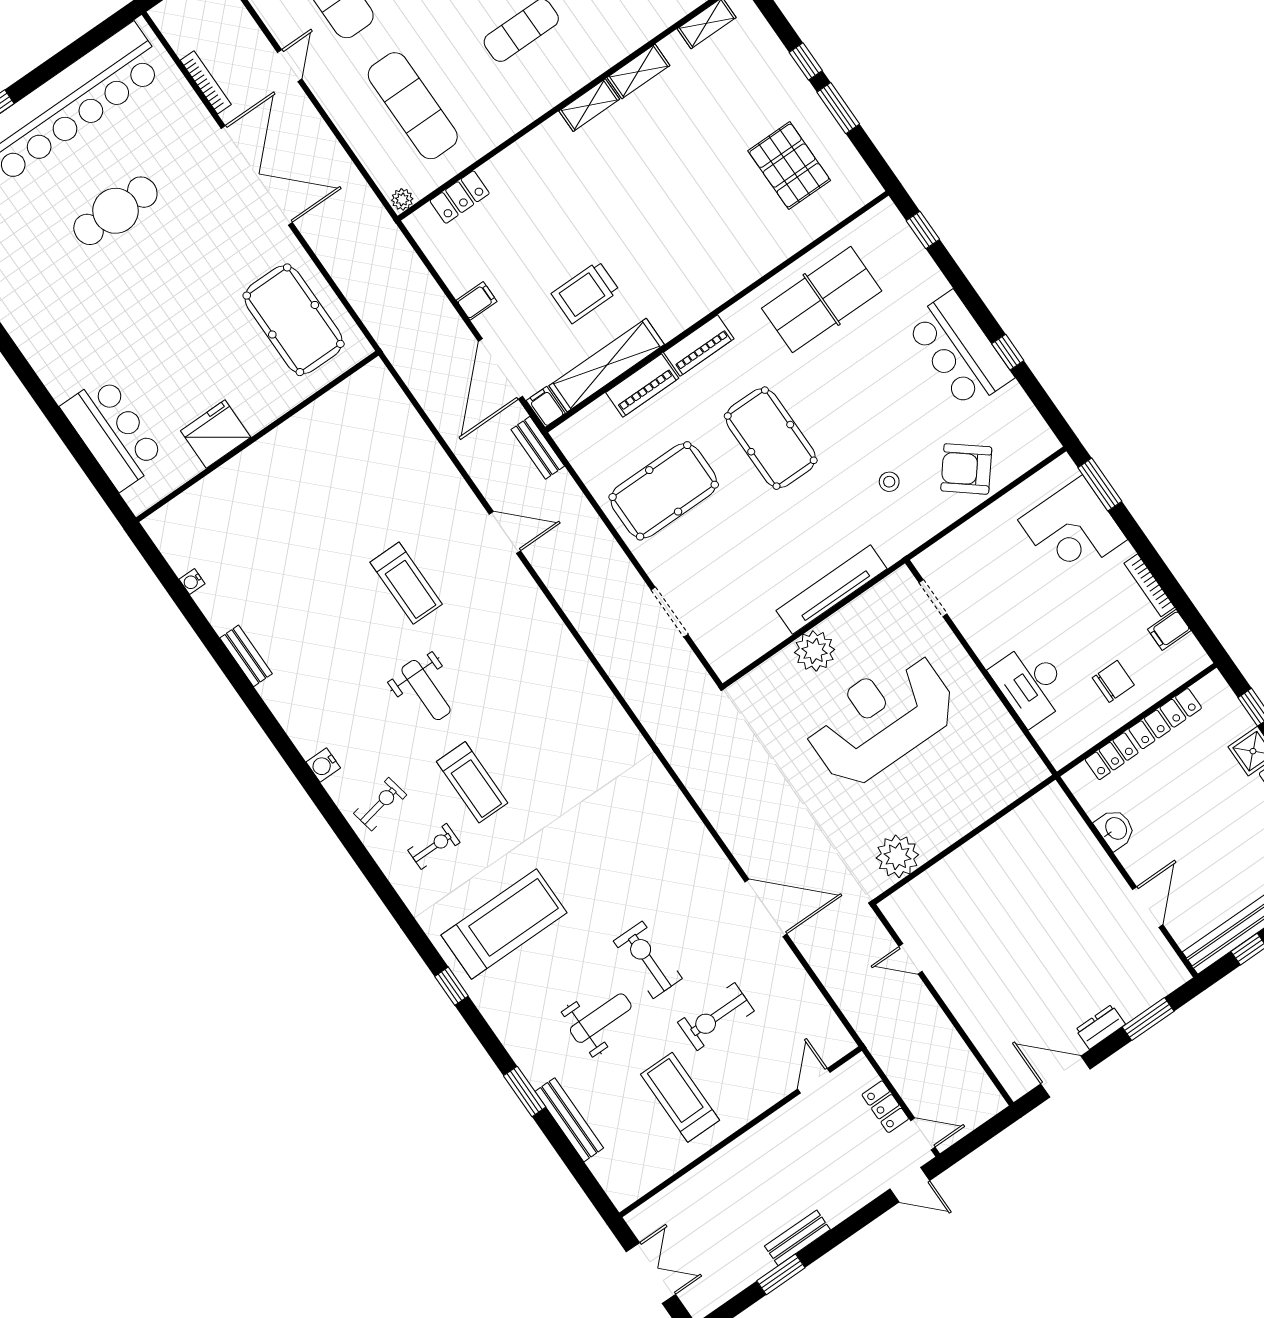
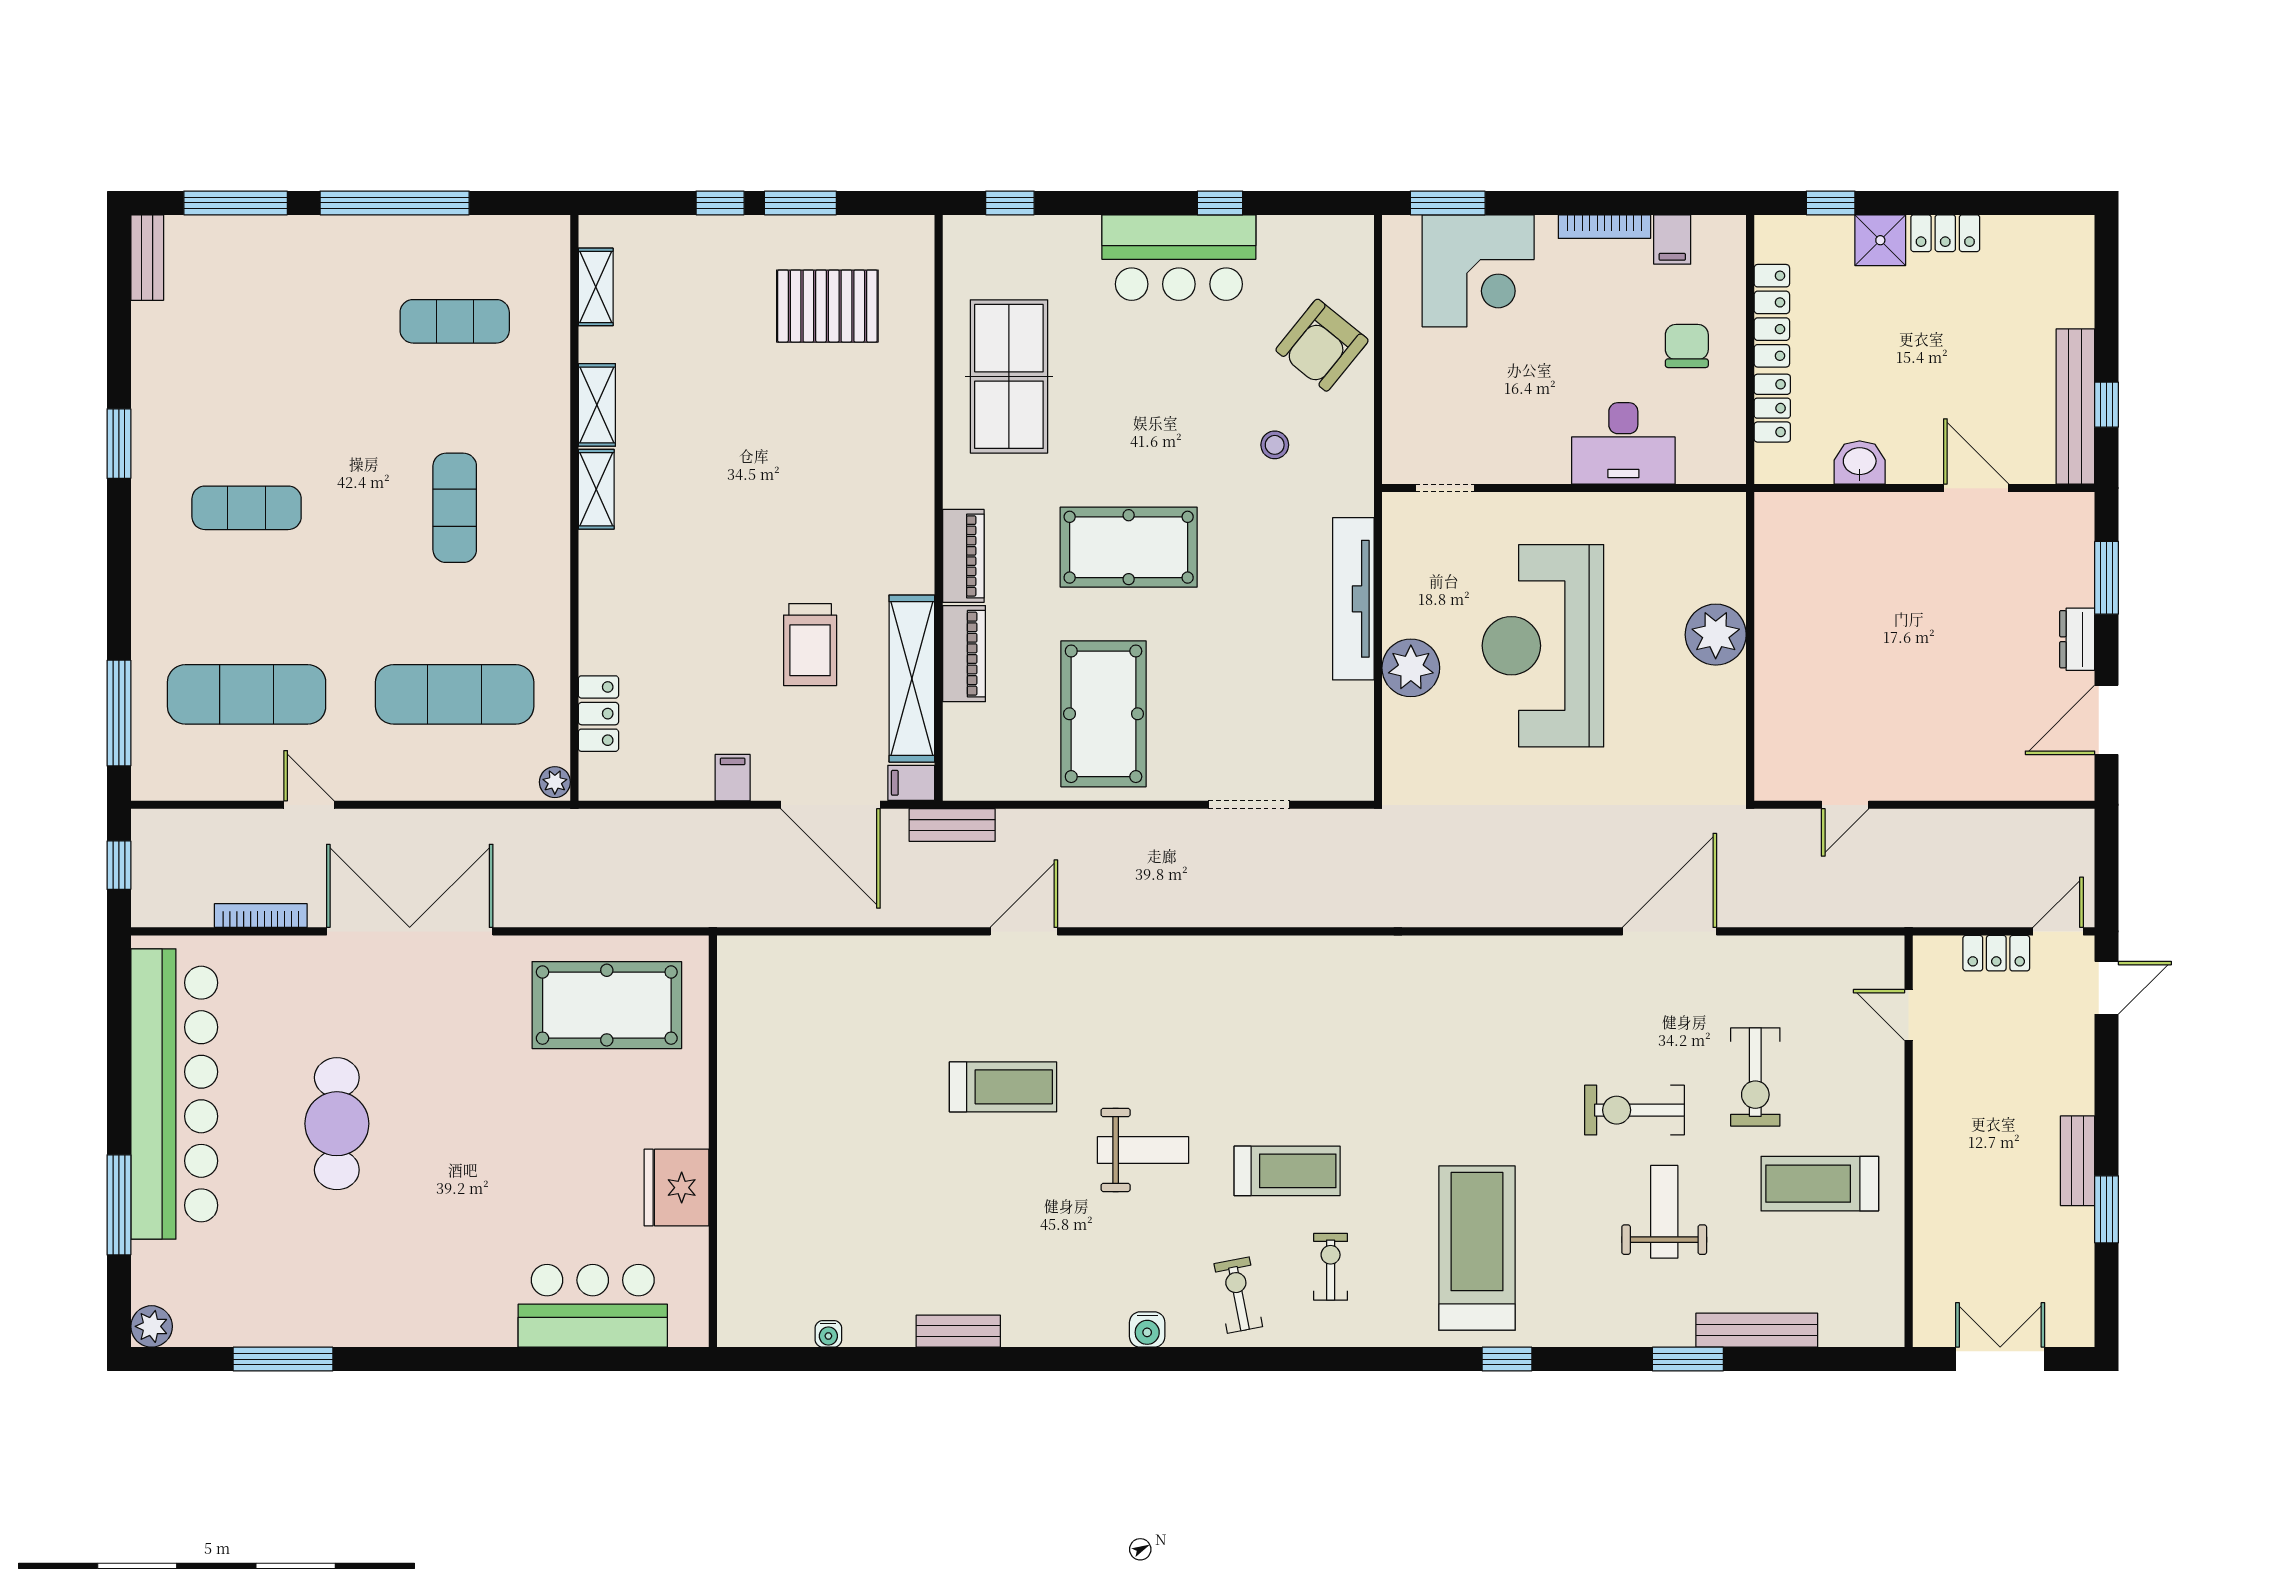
plant: (897, 856) -> (1716, 635), moved

